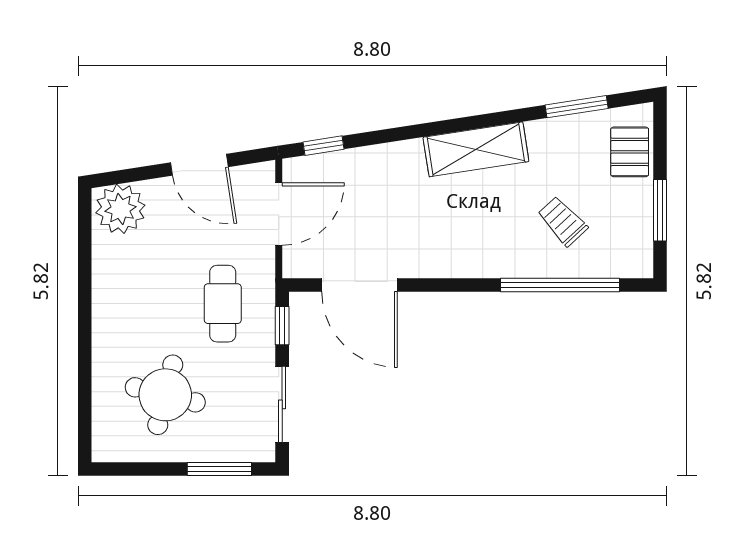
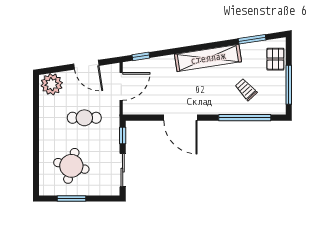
shelving: (476, 149) -> (208, 58), width x1.47
window: (660, 210) -> (289, 85), width x1.44
door: (360, 285) -> (180, 118), moved
cafe table: (223, 304) -> (84, 118), moved, turned 90
window: (219, 469) -> (72, 198), moved

